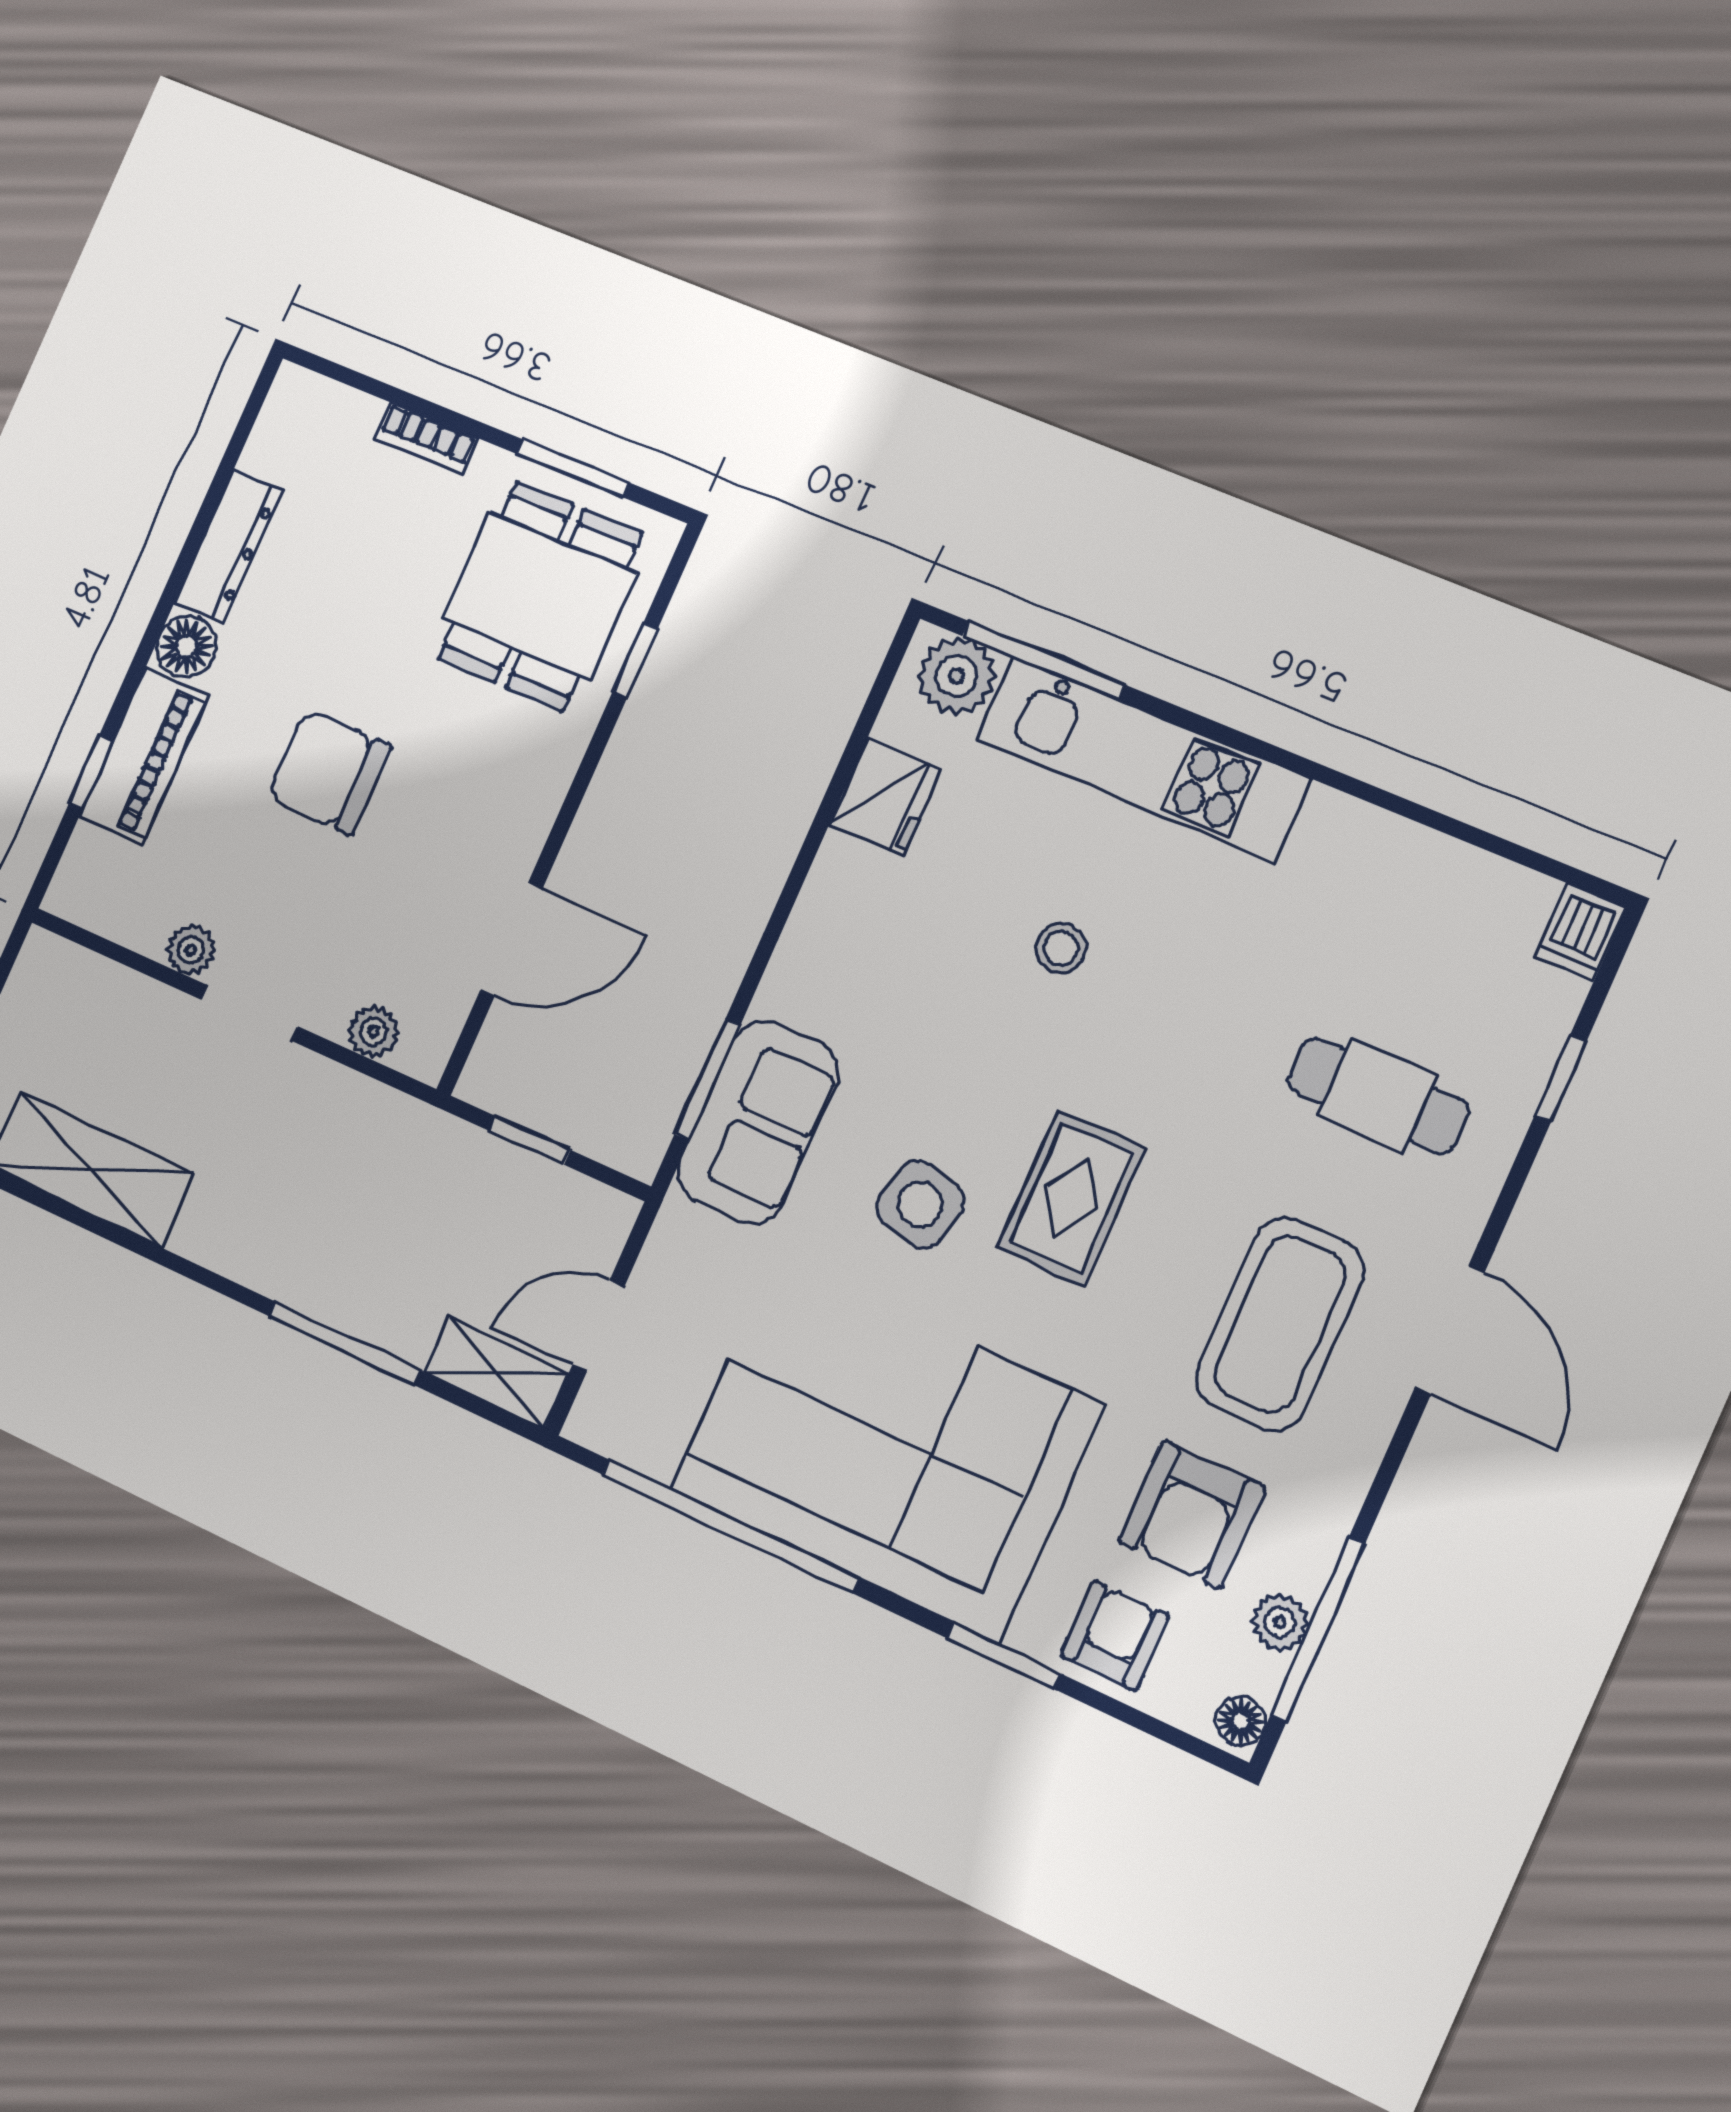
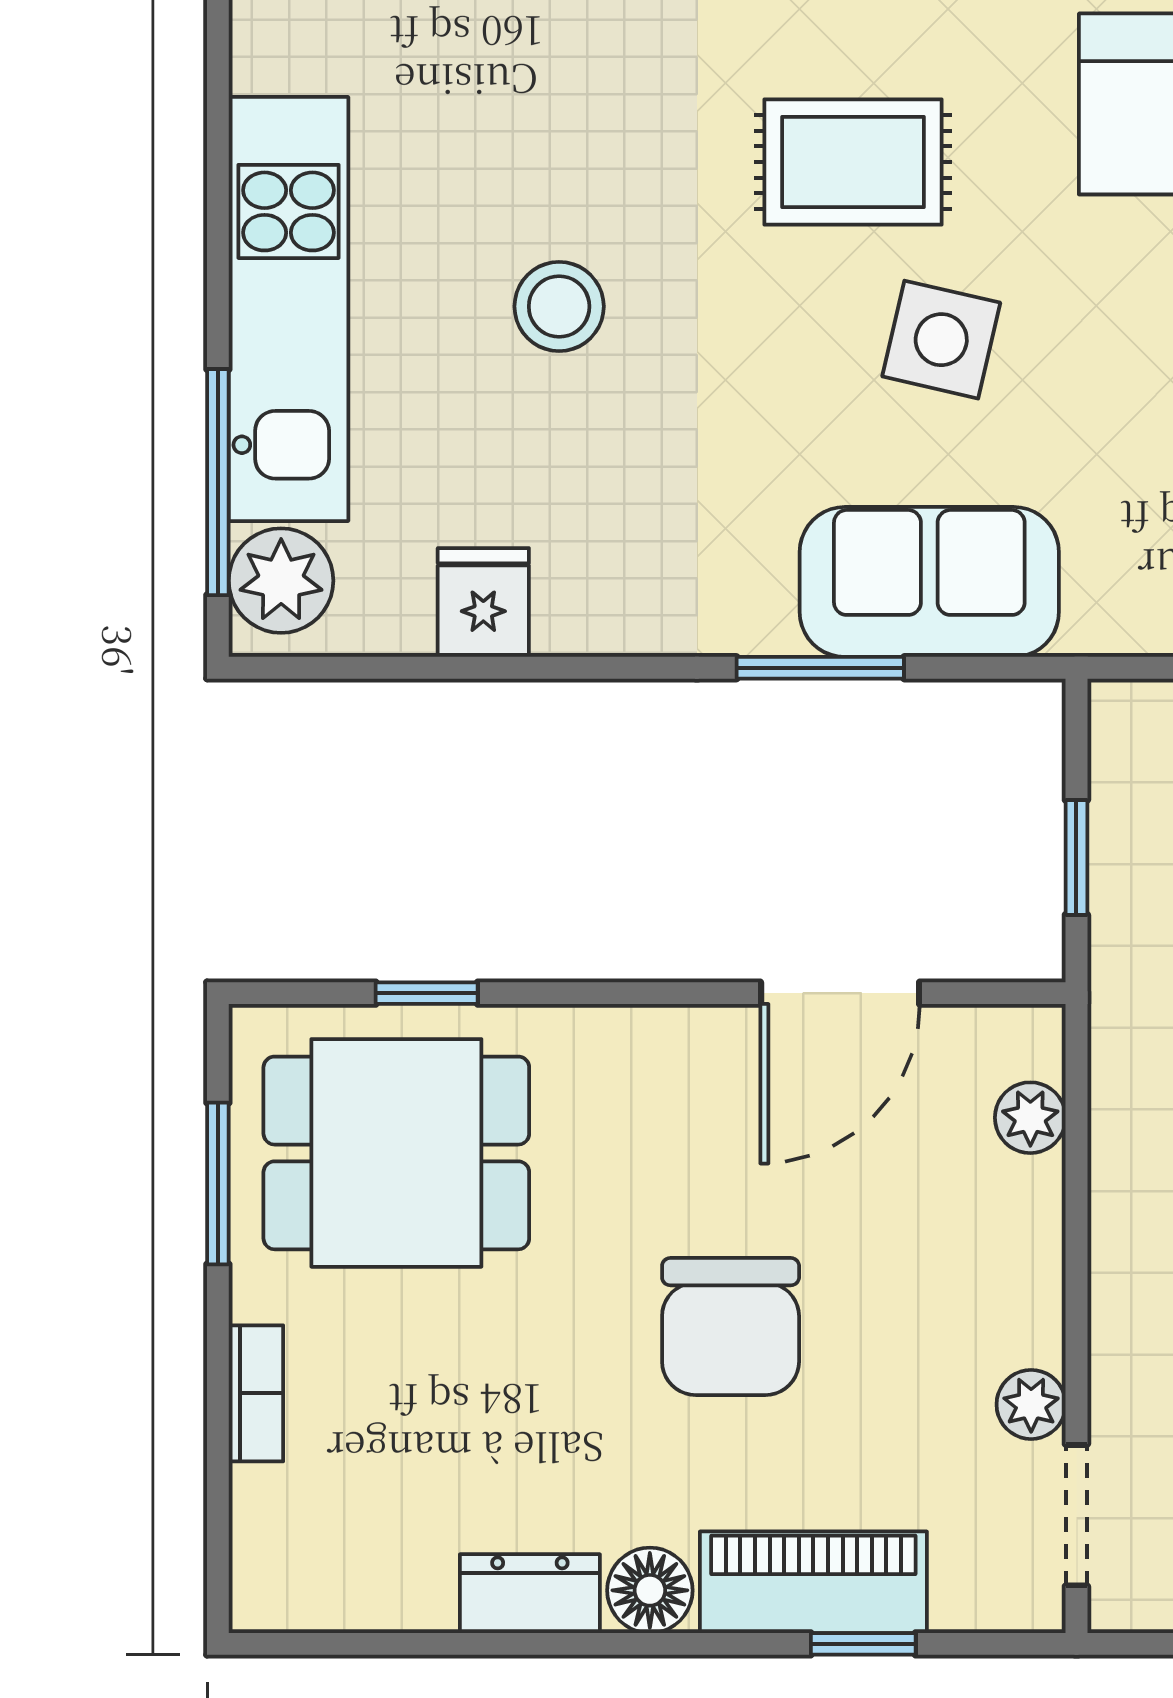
dresser: (228, 546) -> (530, 1594), width x0.70
fridge: (885, 797) -> (483, 603), width x0.72
door: (511, 940) -> (840, 993), swing flipped
stool: (1061, 948) -> (559, 306), width x1.37, depth x1.37
doorway: (250, 1013) -> (1076, 1515), moved
window: (707, 1080) -> (820, 668), moved

